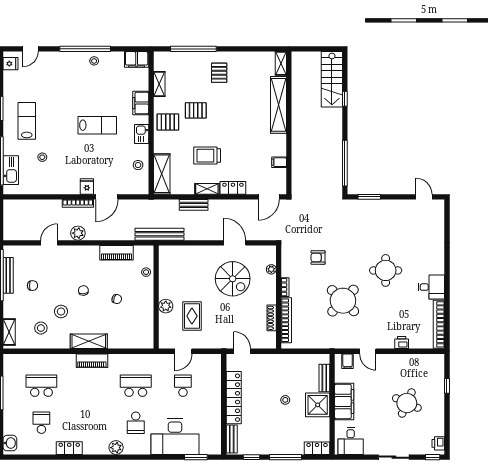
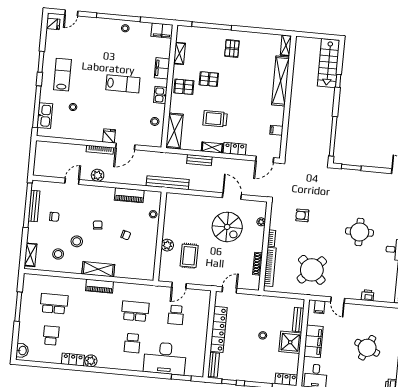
round table: (343, 301) -> (312, 270), moved
door: (242, 351) -> (229, 290), hinge flipped
school desk: (183, 386) -> (176, 315), turned 180
plant: (116, 448) -> (91, 361), moved

